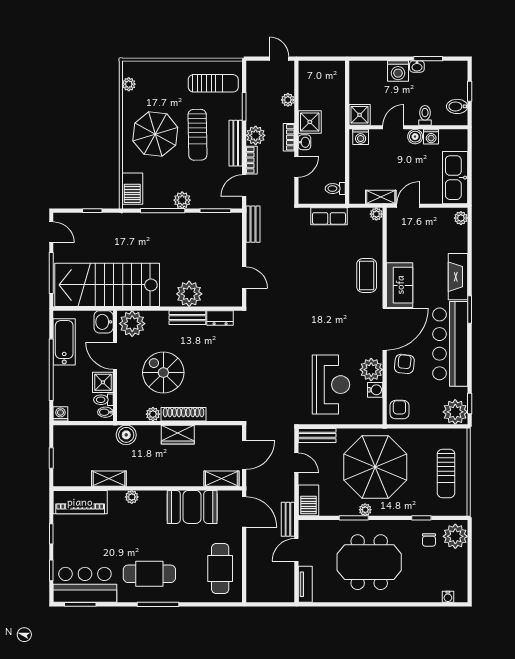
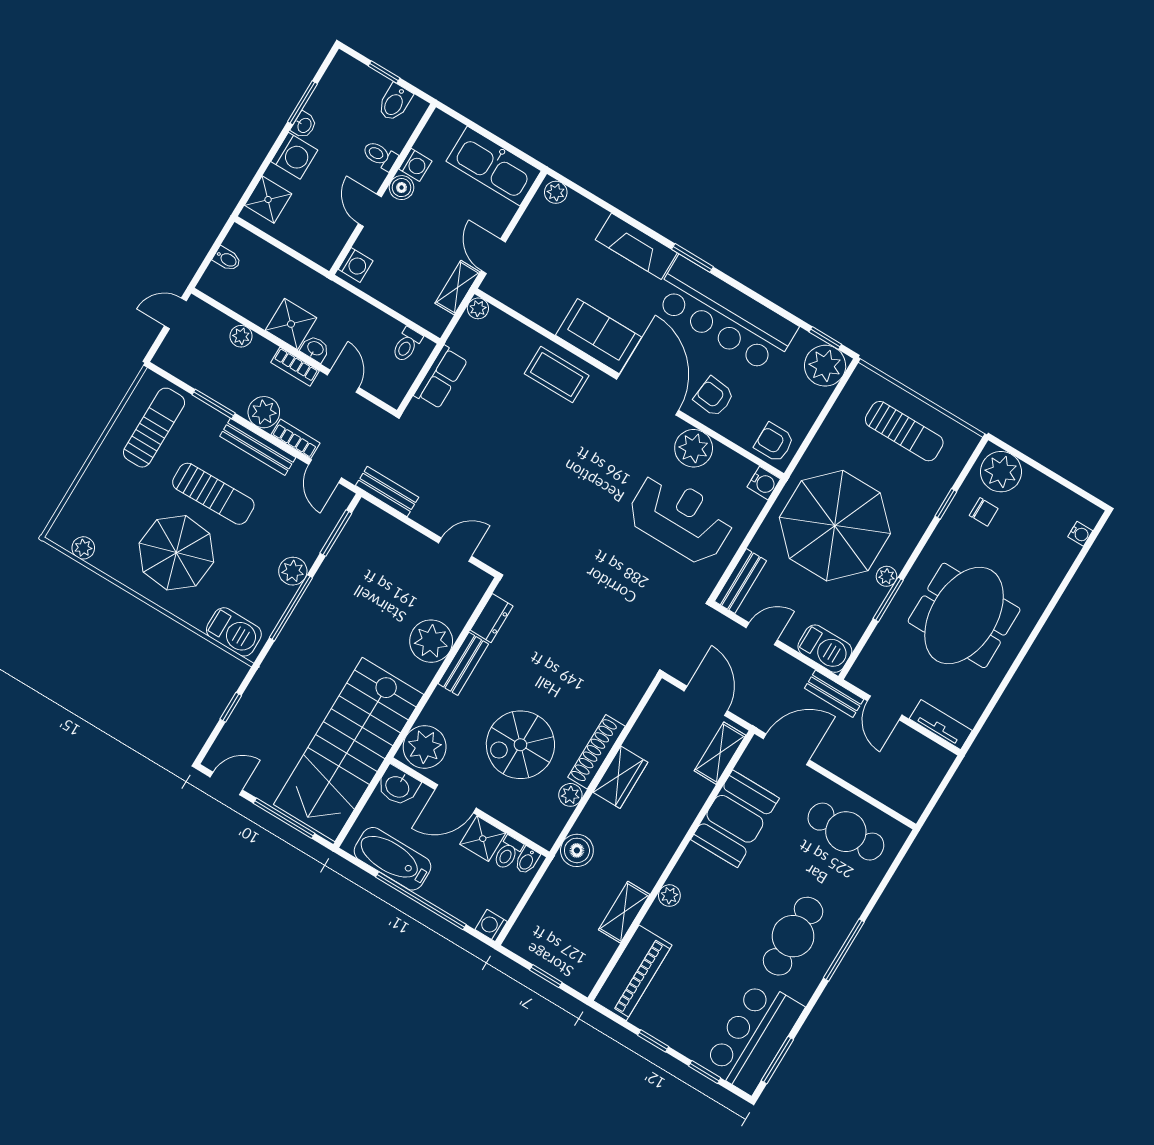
bidet: (323, 68) -> (227, 259), added
shower: (360, 115) -> (268, 200), moved
water cooler: (375, 390) -> (764, 483), moved, turned 90

